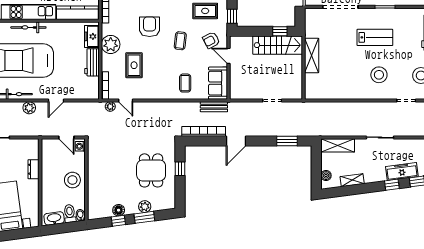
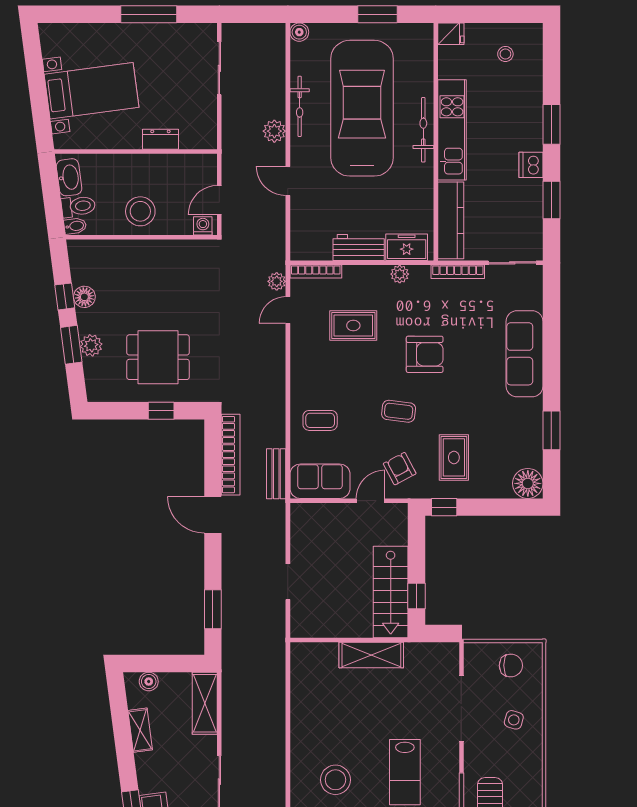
plant: (111, 44) -> (400, 274), width x0.53, depth x0.53

